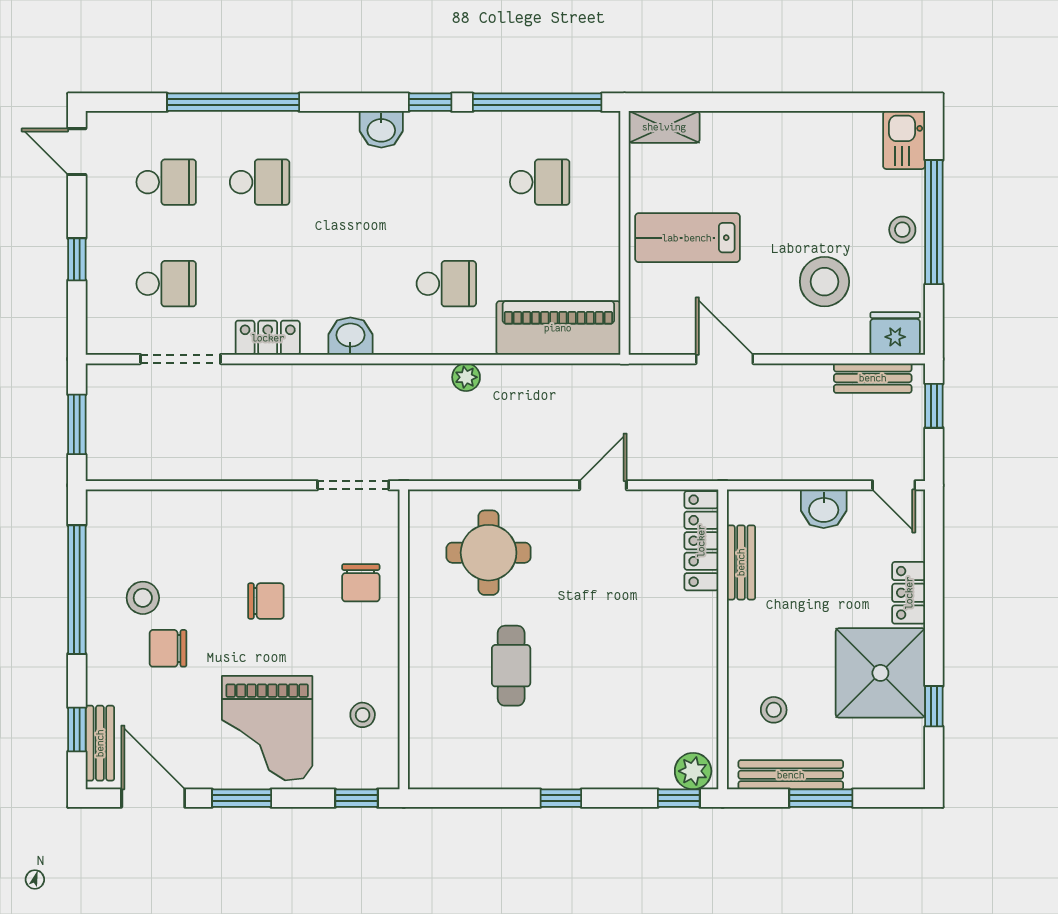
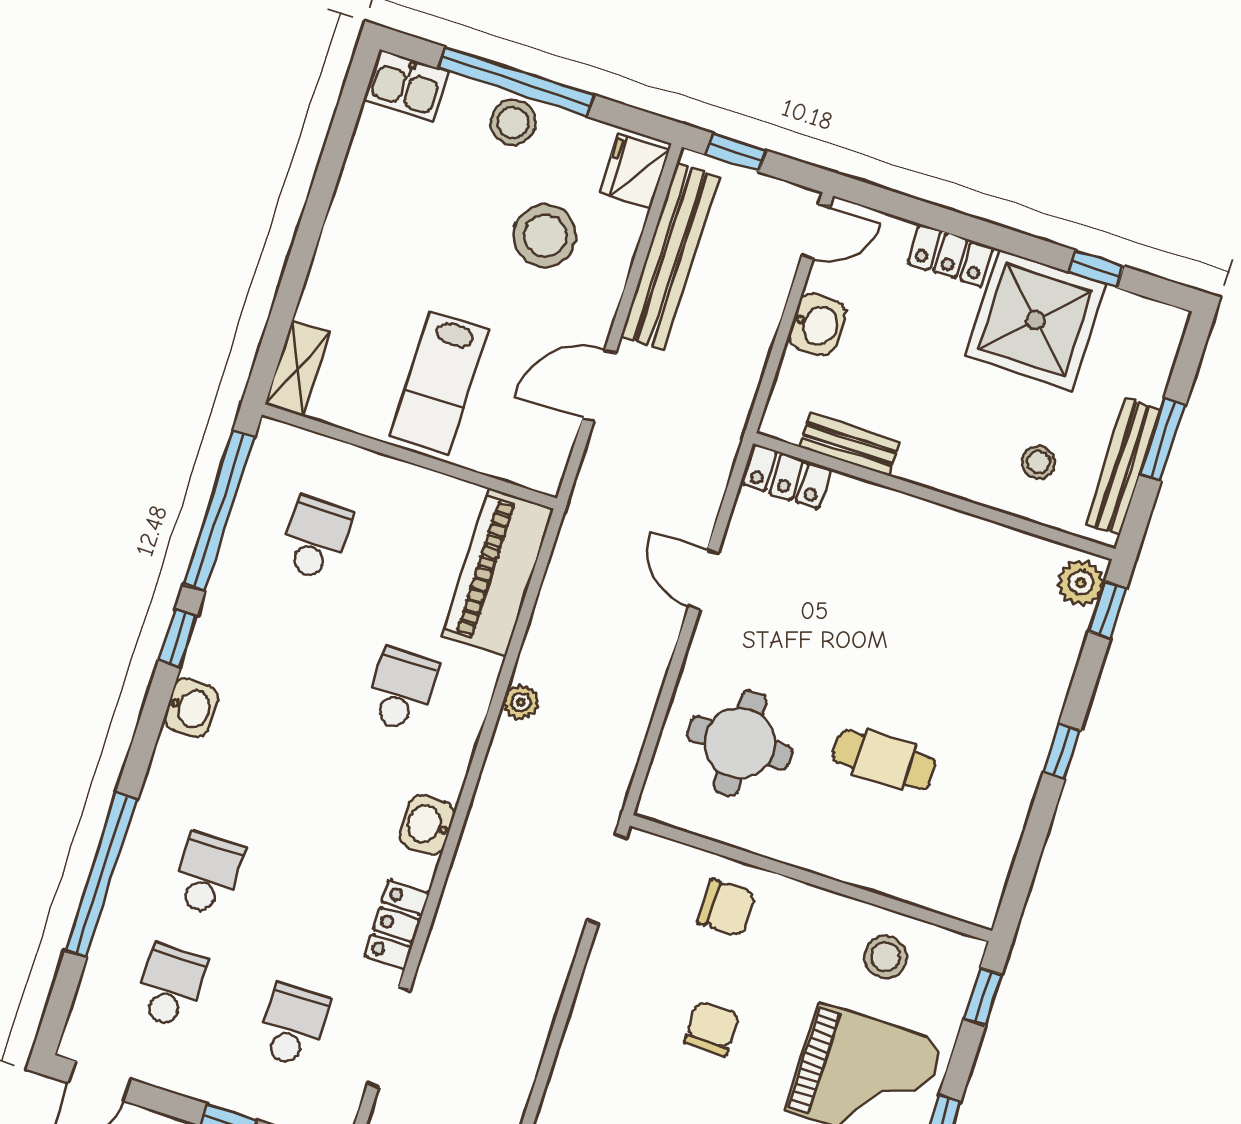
stool: (902, 230) -> (513, 122), width x1.37, depth x1.37
bench: (873, 378) -> (670, 257), width x1.86, depth x1.21
locker: (701, 541) -> (787, 477), width x0.66
stool: (363, 715) -> (885, 957), width x1.37, depth x1.37

